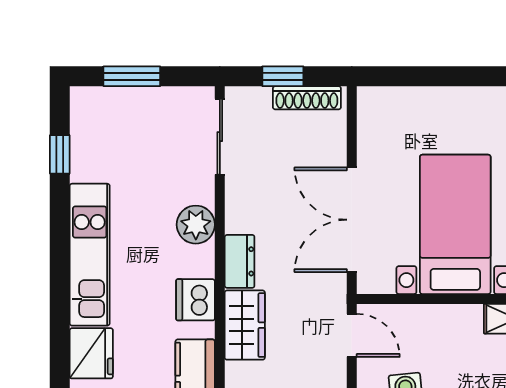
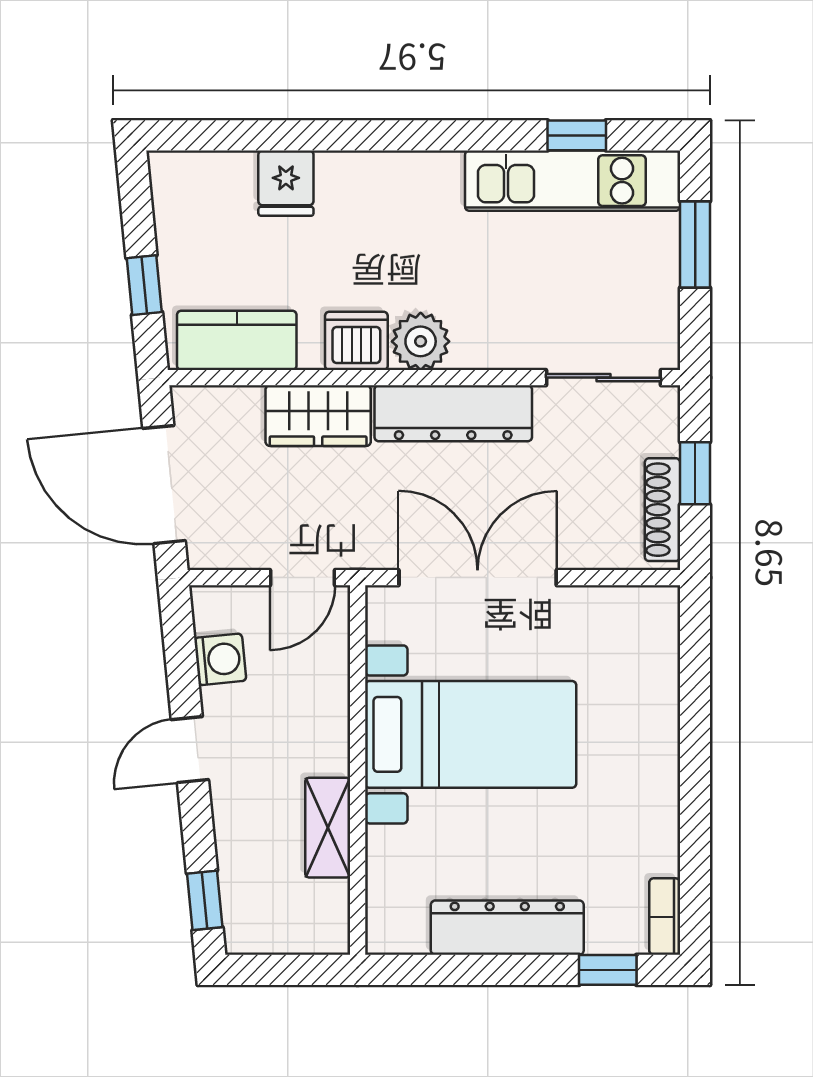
plant: (196, 225) -> (421, 341), moved
kitchen unit: (90, 255) -> (573, 181), moved
dresser: (240, 261) -> (453, 413), width x1.96, depth x1.24
fridge: (91, 353) -> (286, 183), width x0.72

